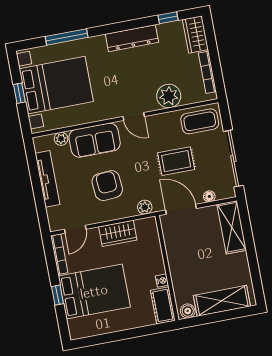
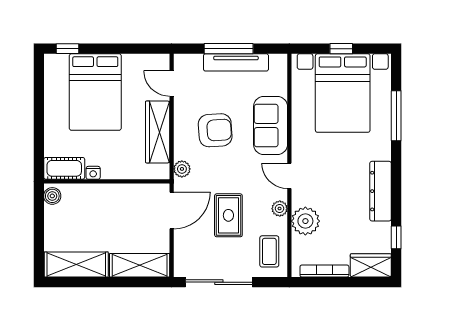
door: (134, 117) -> (289, 176), hinge flipped
coffee table: (200, 121) -> (269, 251), width x0.73, depth x0.77
plant: (61, 139) -> (280, 209), moved
window: (37, 187) -> (229, 49), added
floor lamp: (209, 196) -> (180, 246), removed
wardrobe: (118, 233) -> (158, 132), width x1.50
bookcase: (59, 254) -> (146, 60), removed
window: (58, 295) -> (68, 49), moved
shelving: (222, 301) -> (76, 265), moved, turned 90

